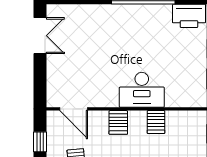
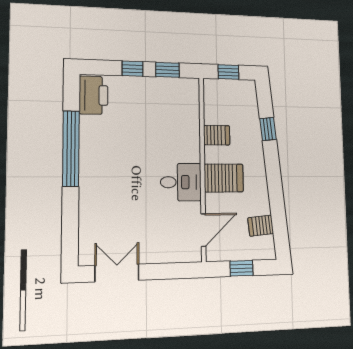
desk: (142, 90) -> (181, 182), moved, width x0.73
server rack: (118, 122) -> (224, 178), width x1.36, depth x1.44

